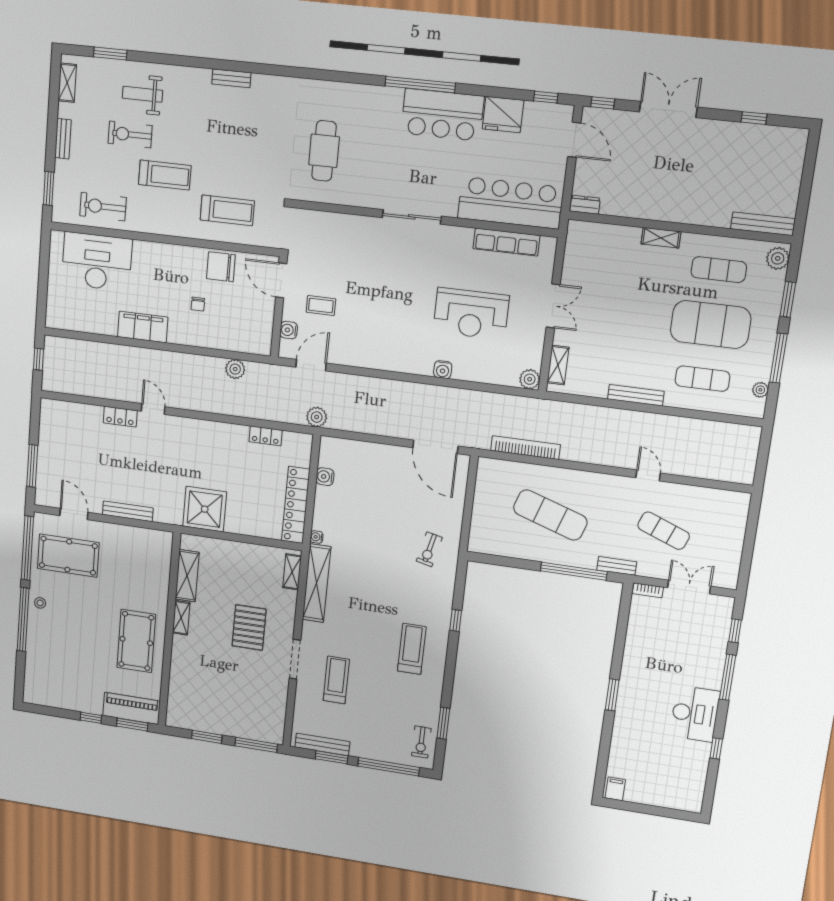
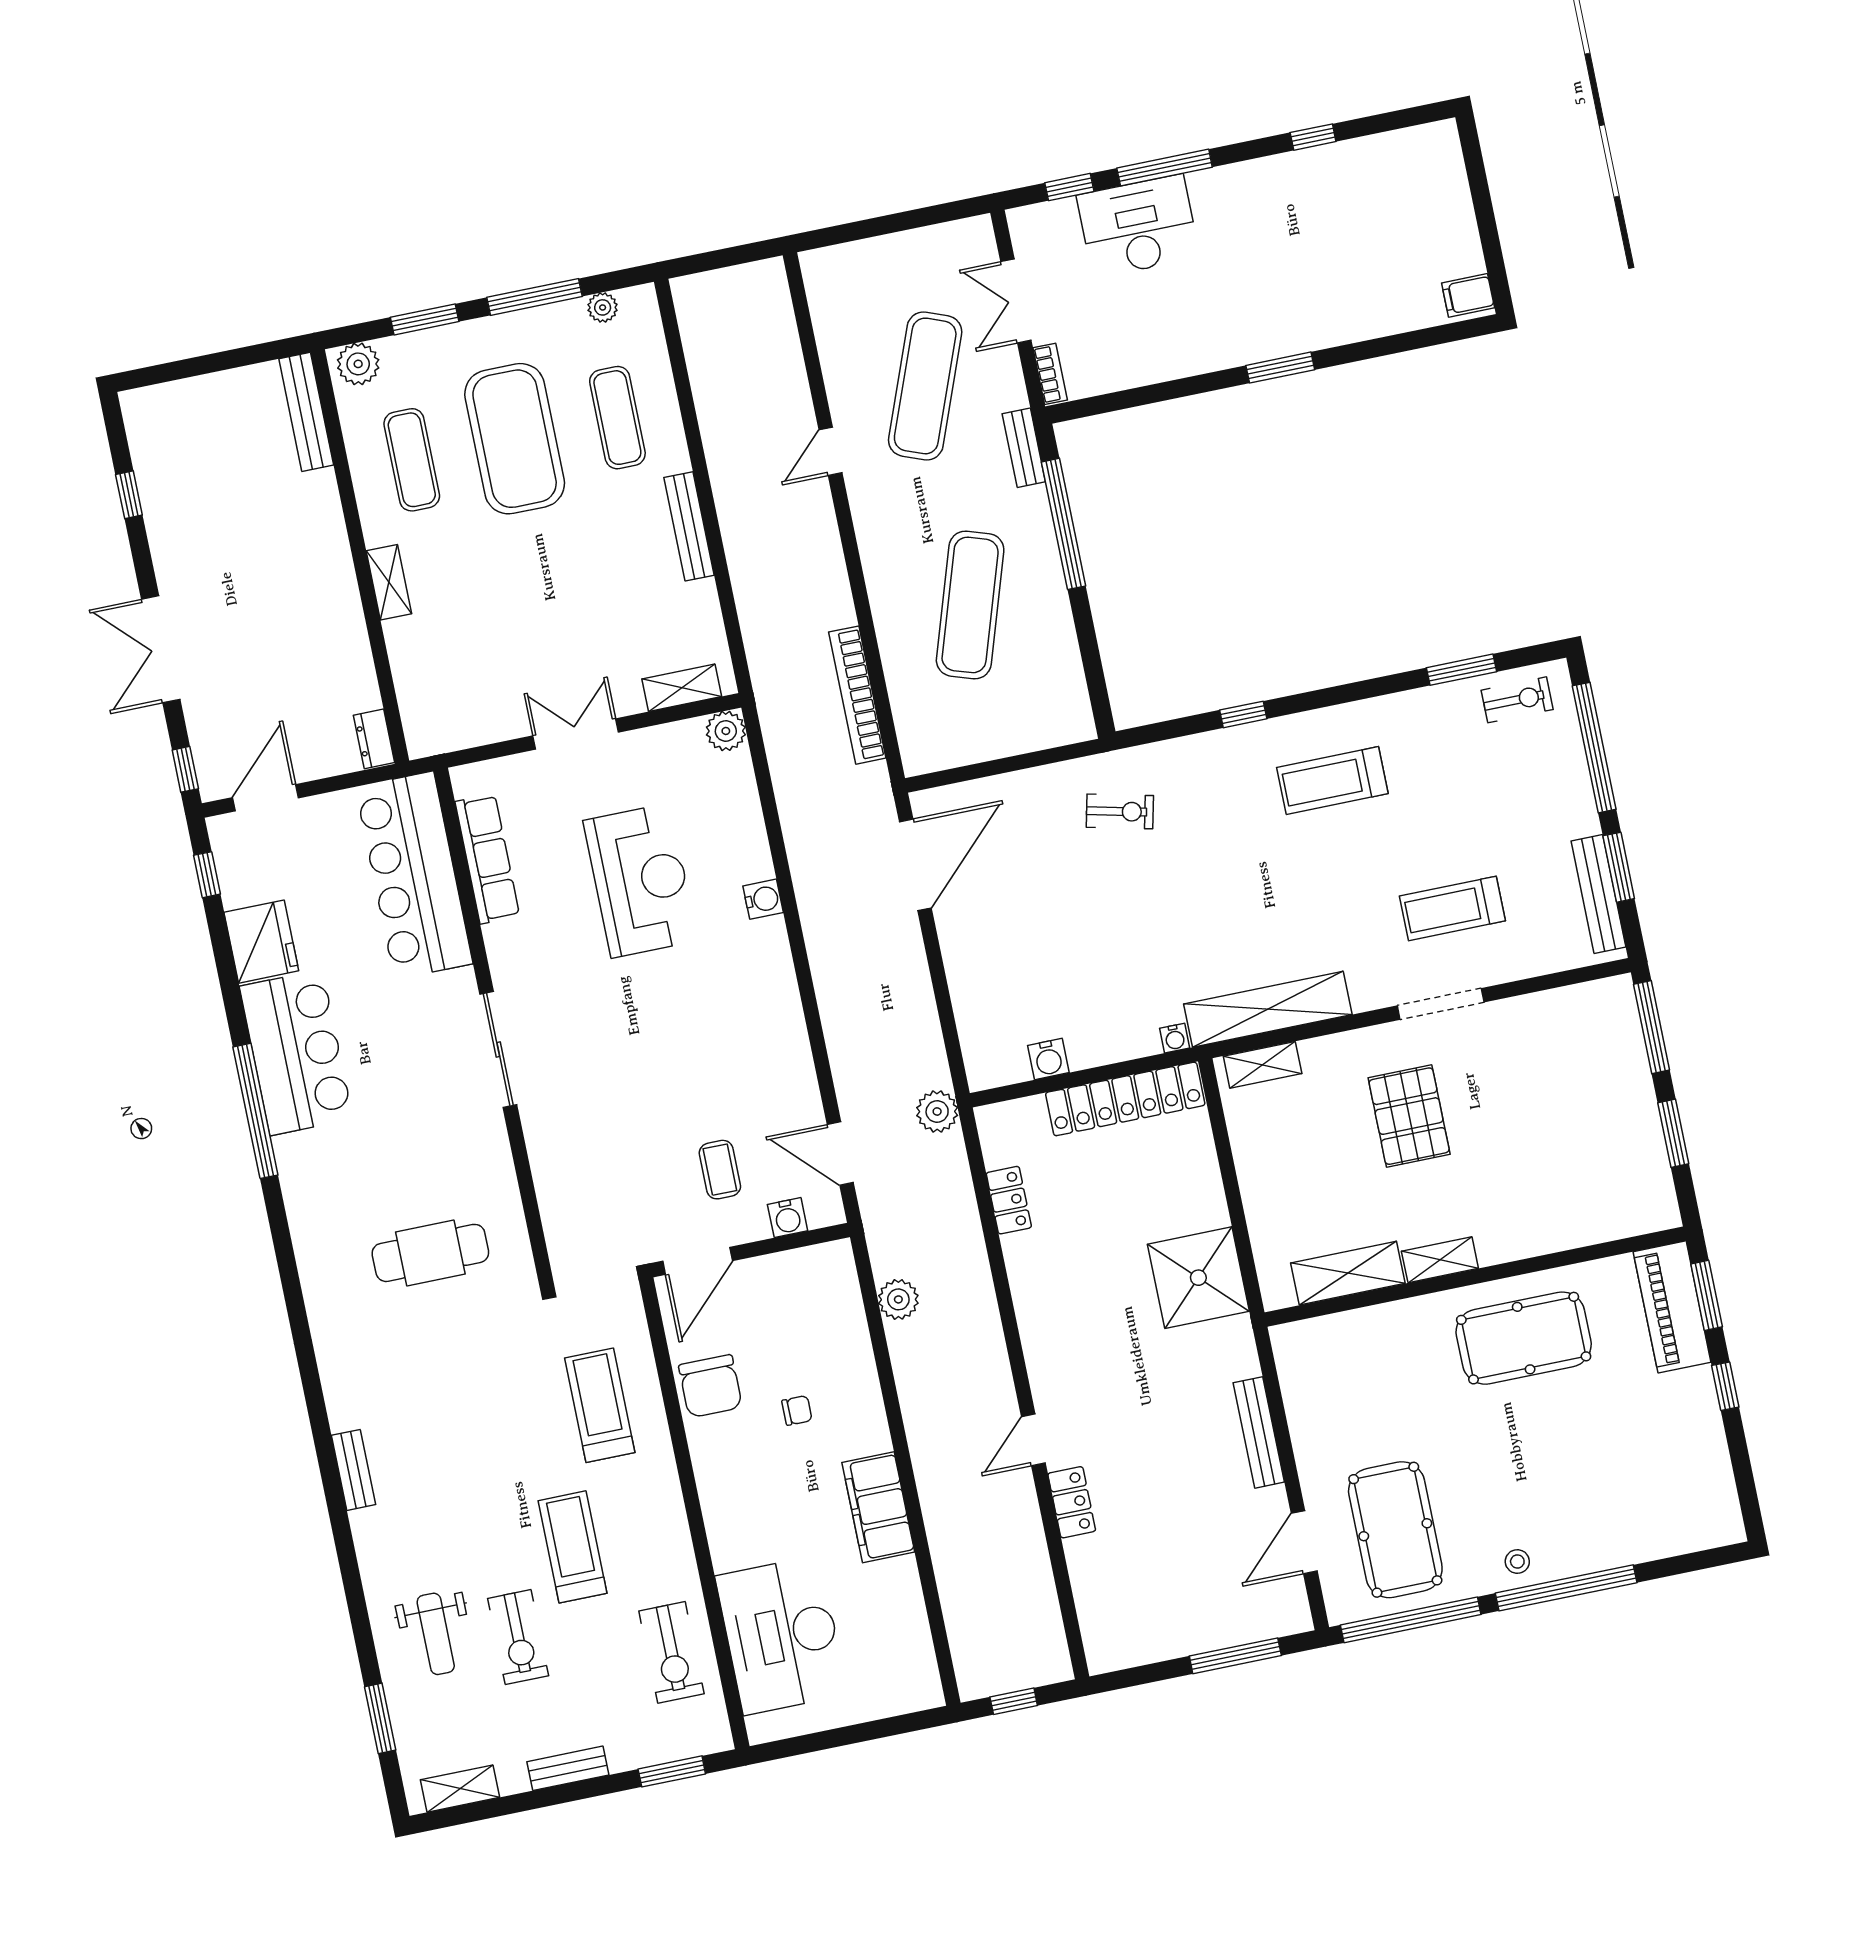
exercise mat: (664, 531) -> (925, 386), width x1.36, depth x1.45
pallet: (249, 628) -> (1409, 1116), turned 90
desk: (695, 714) -> (1138, 226), moved

